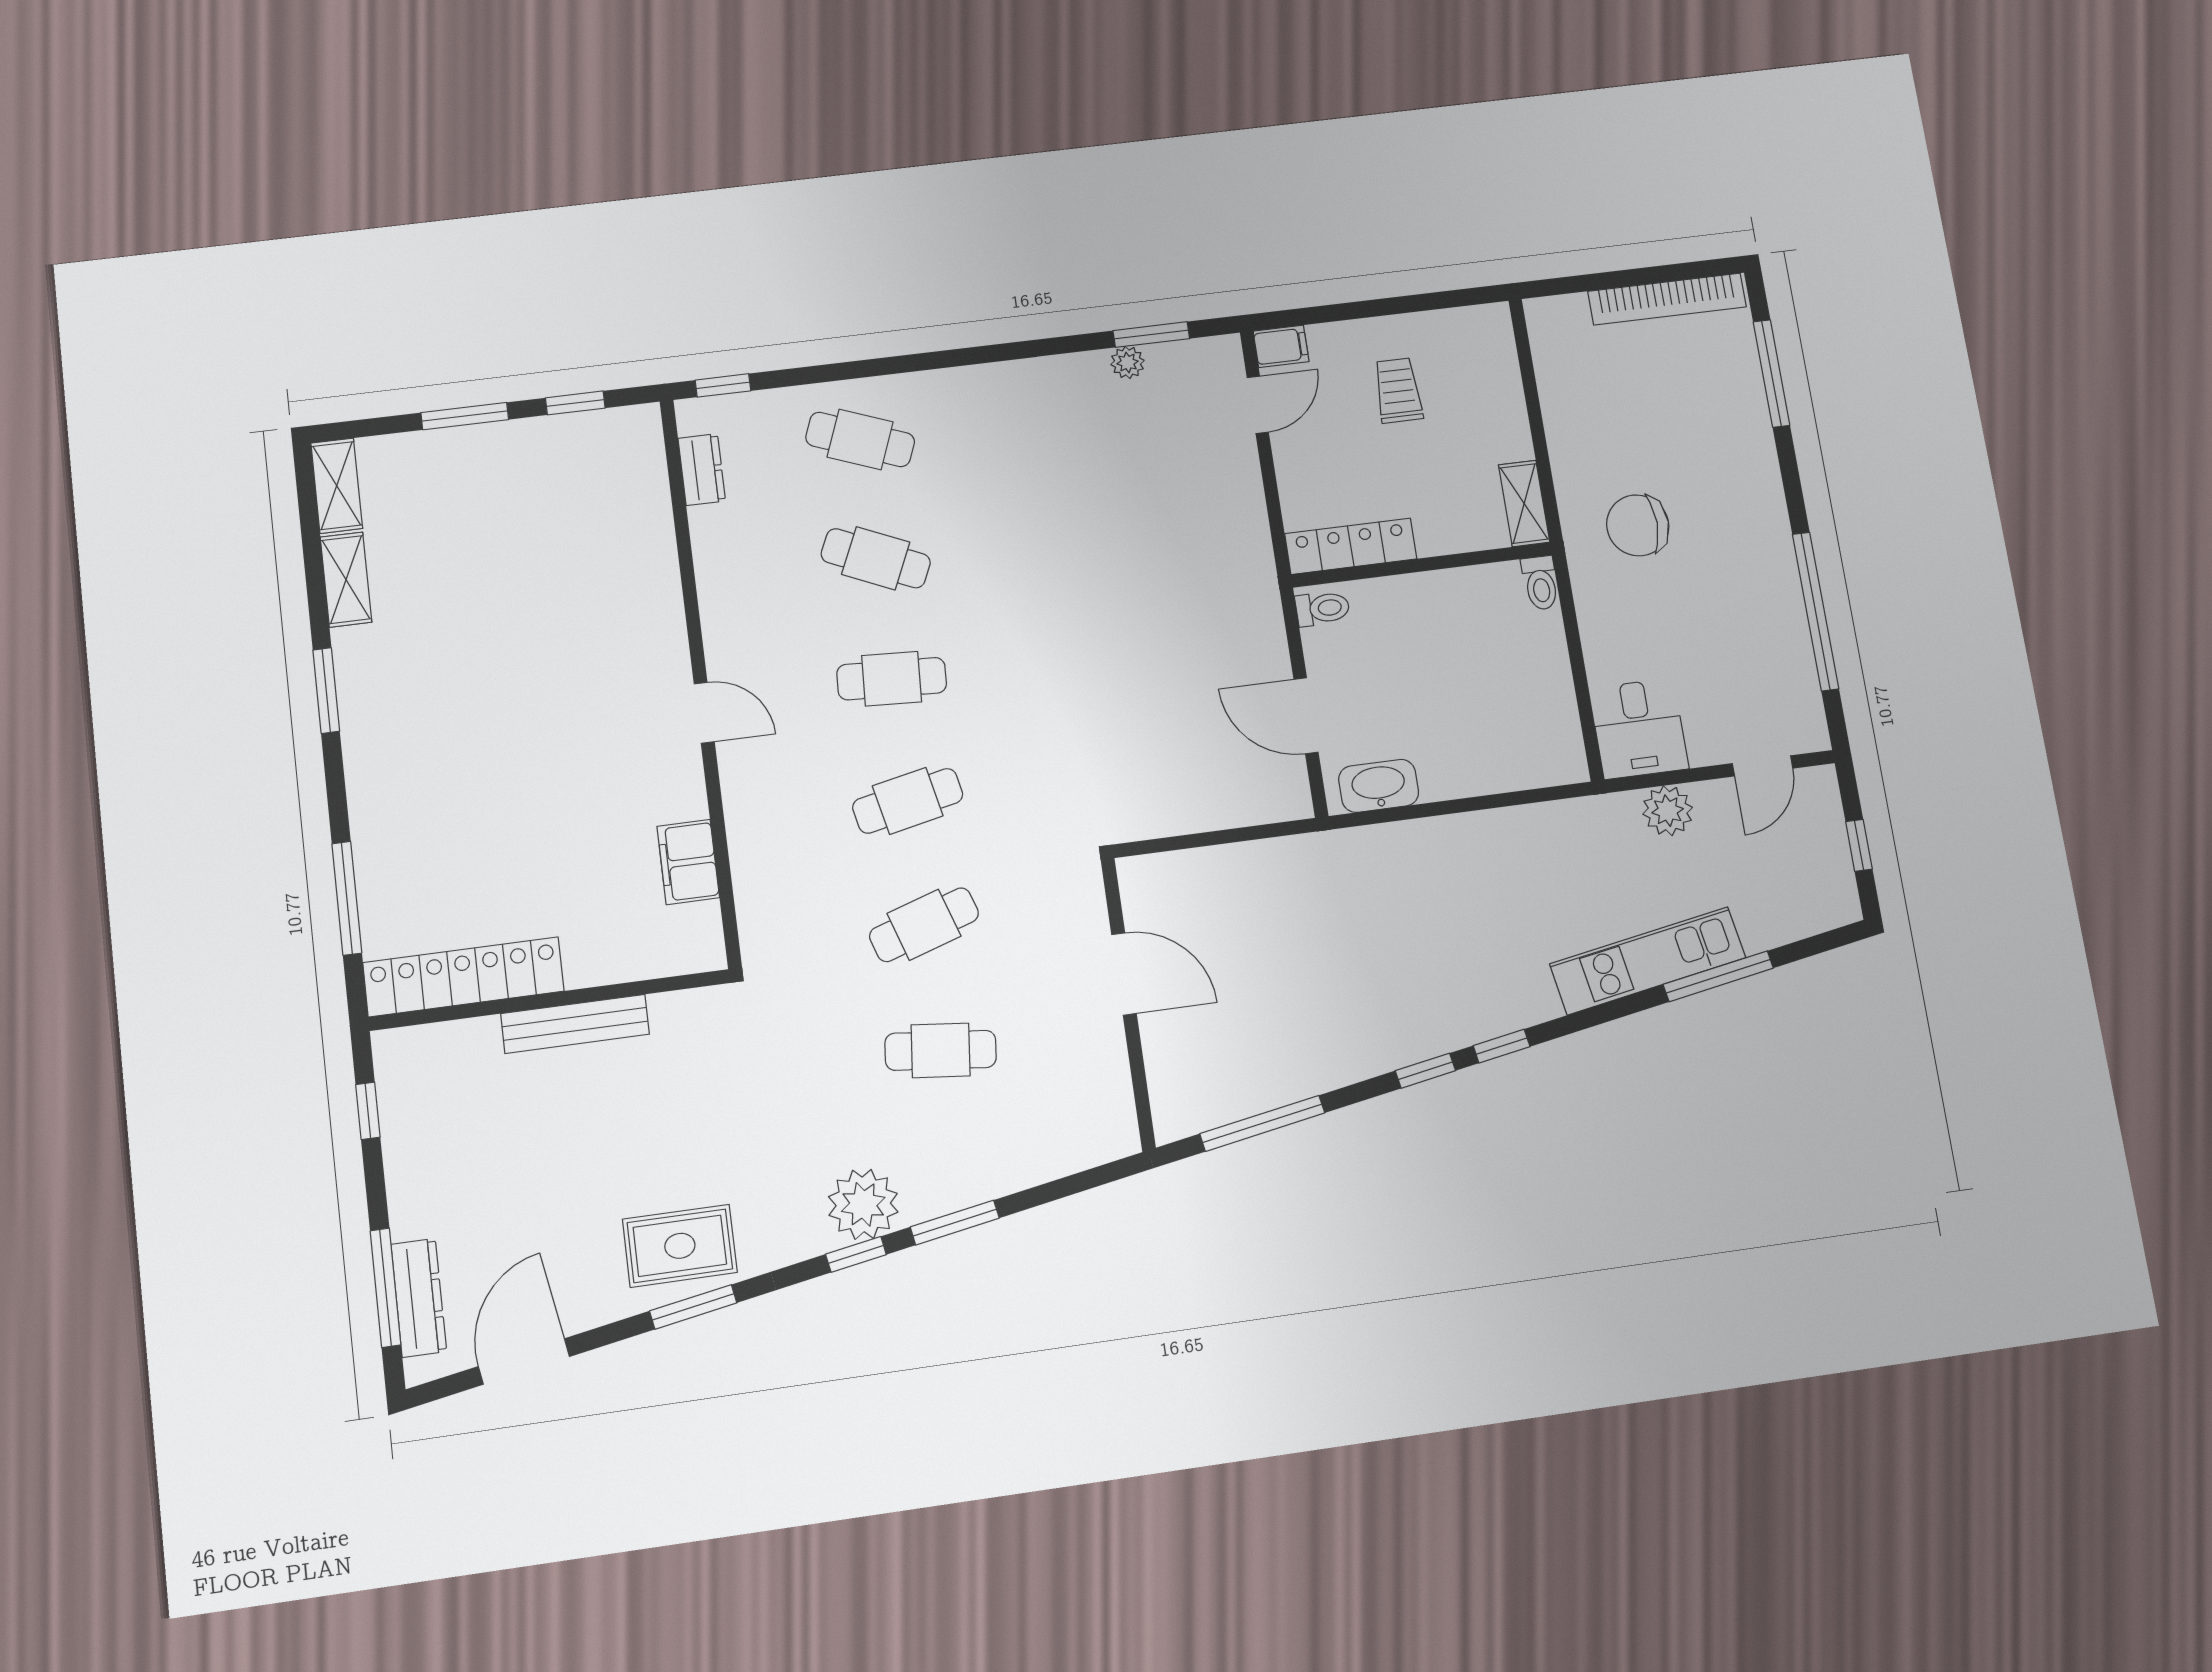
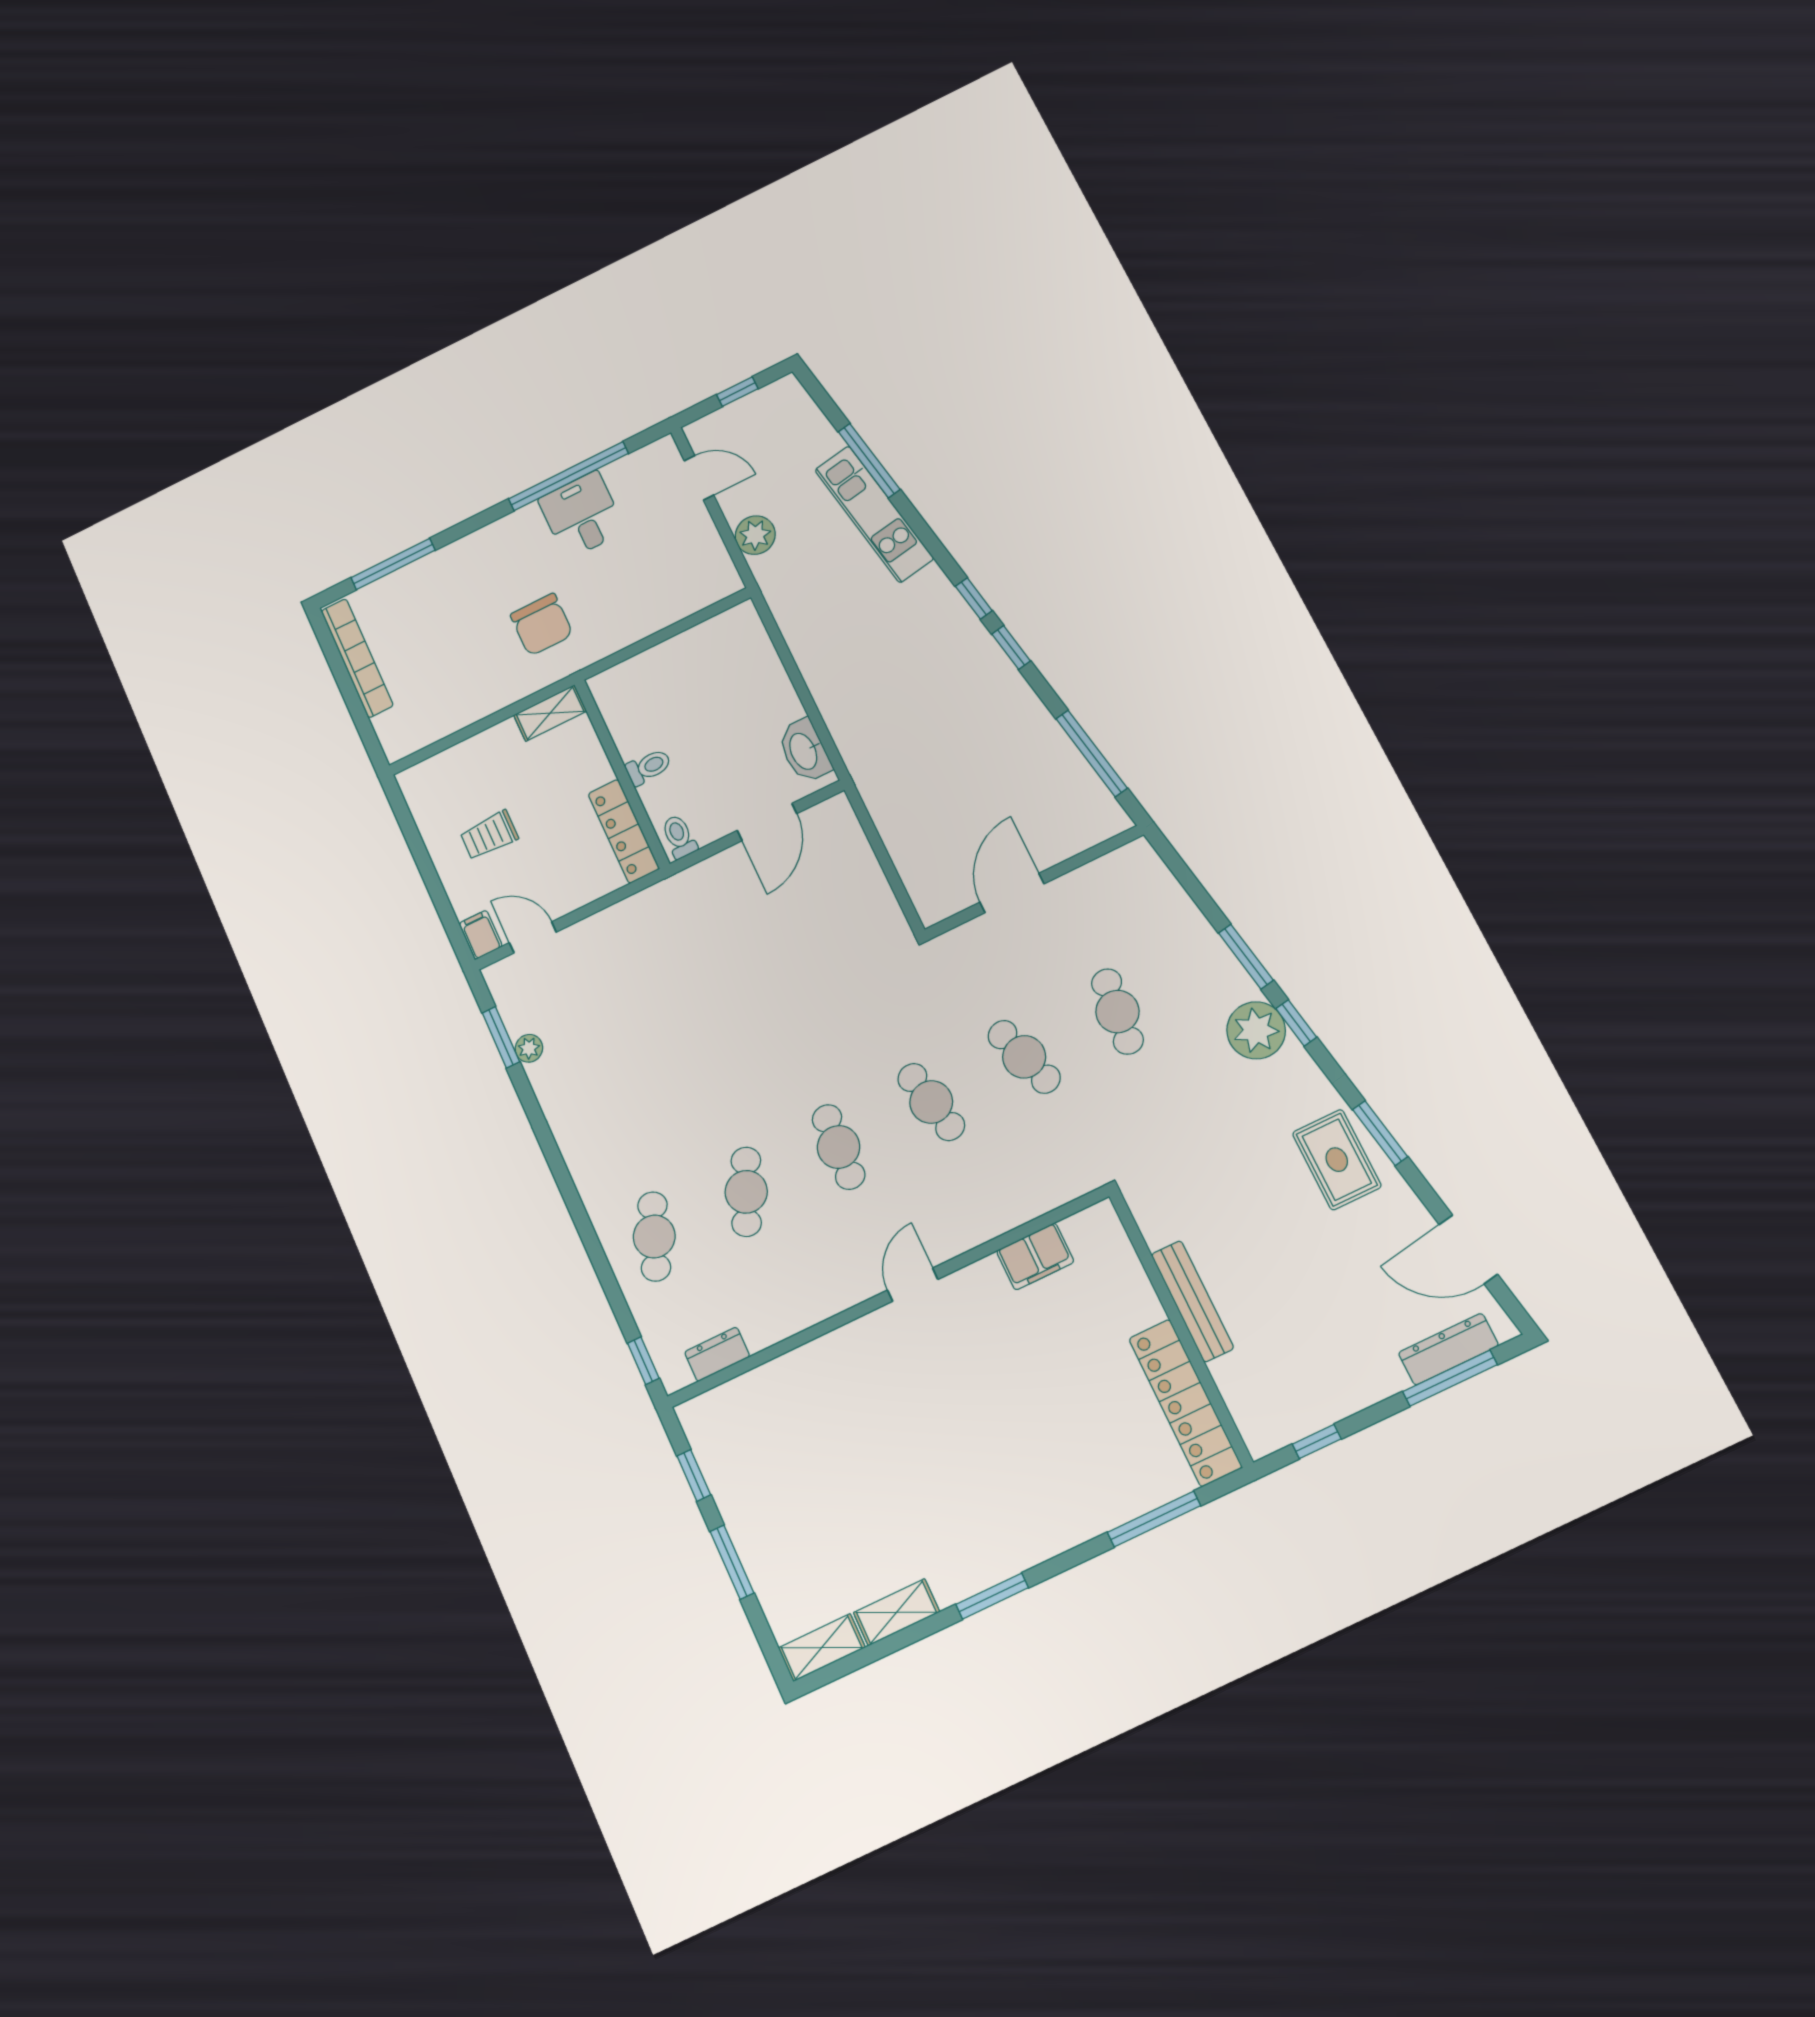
toilet: (1540, 583) -> (648, 767), moved
desk: (1639, 729) -> (582, 515), moved, turned -90

